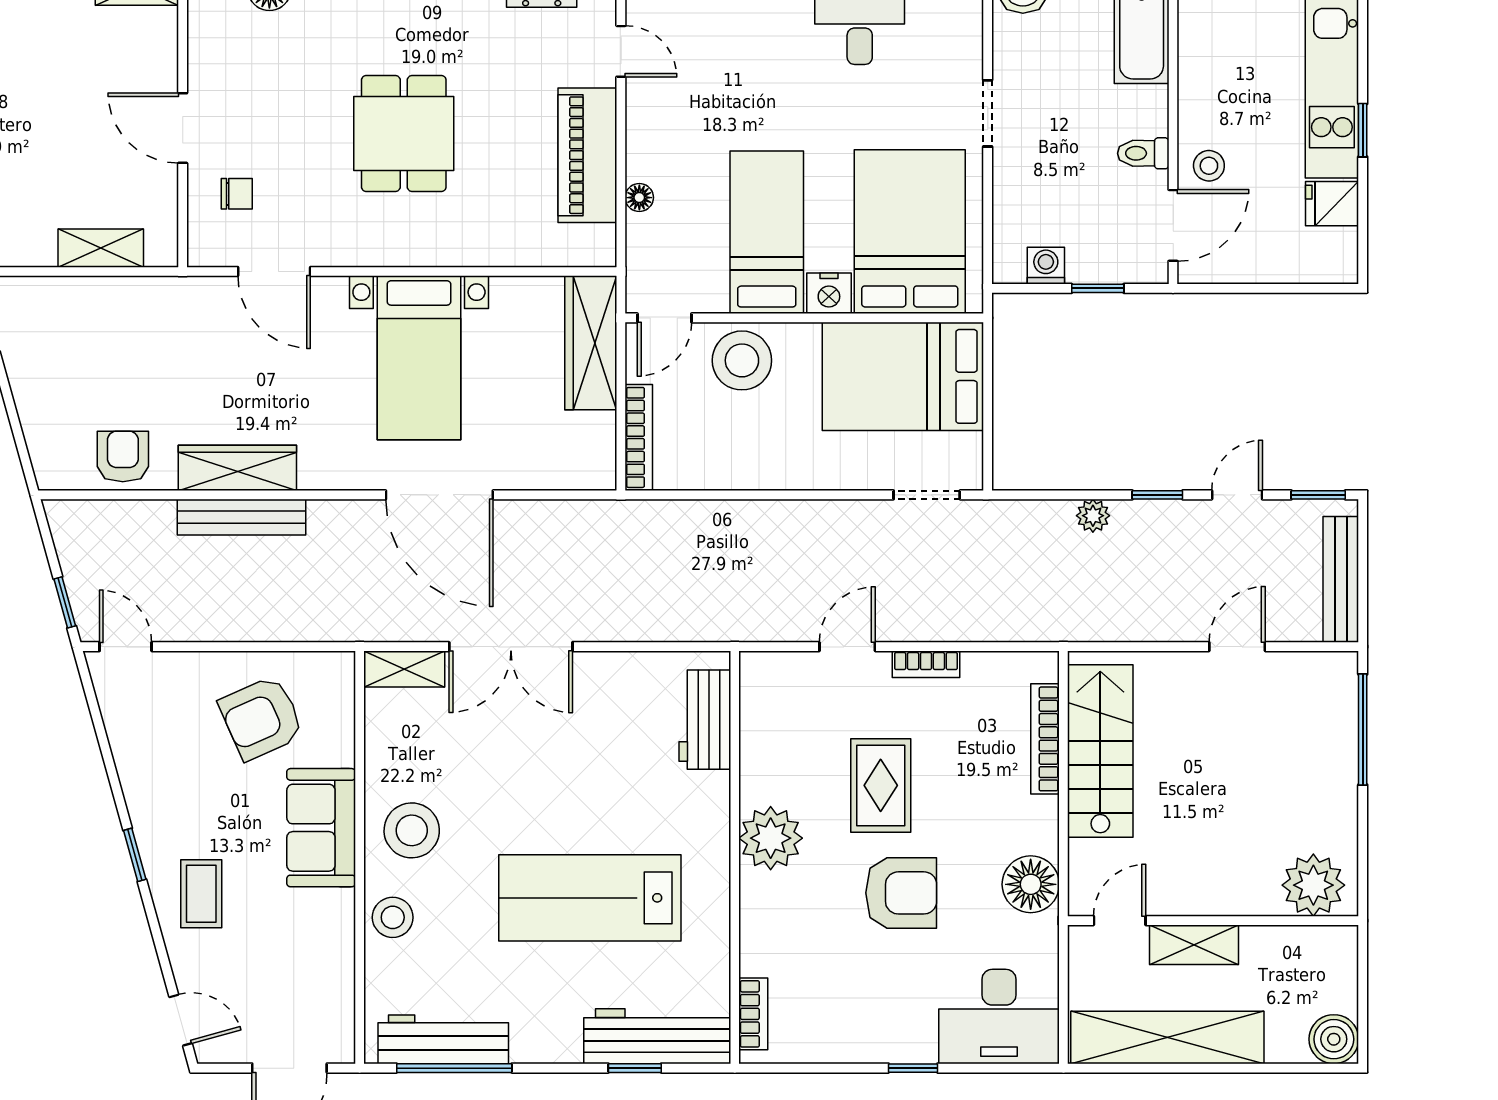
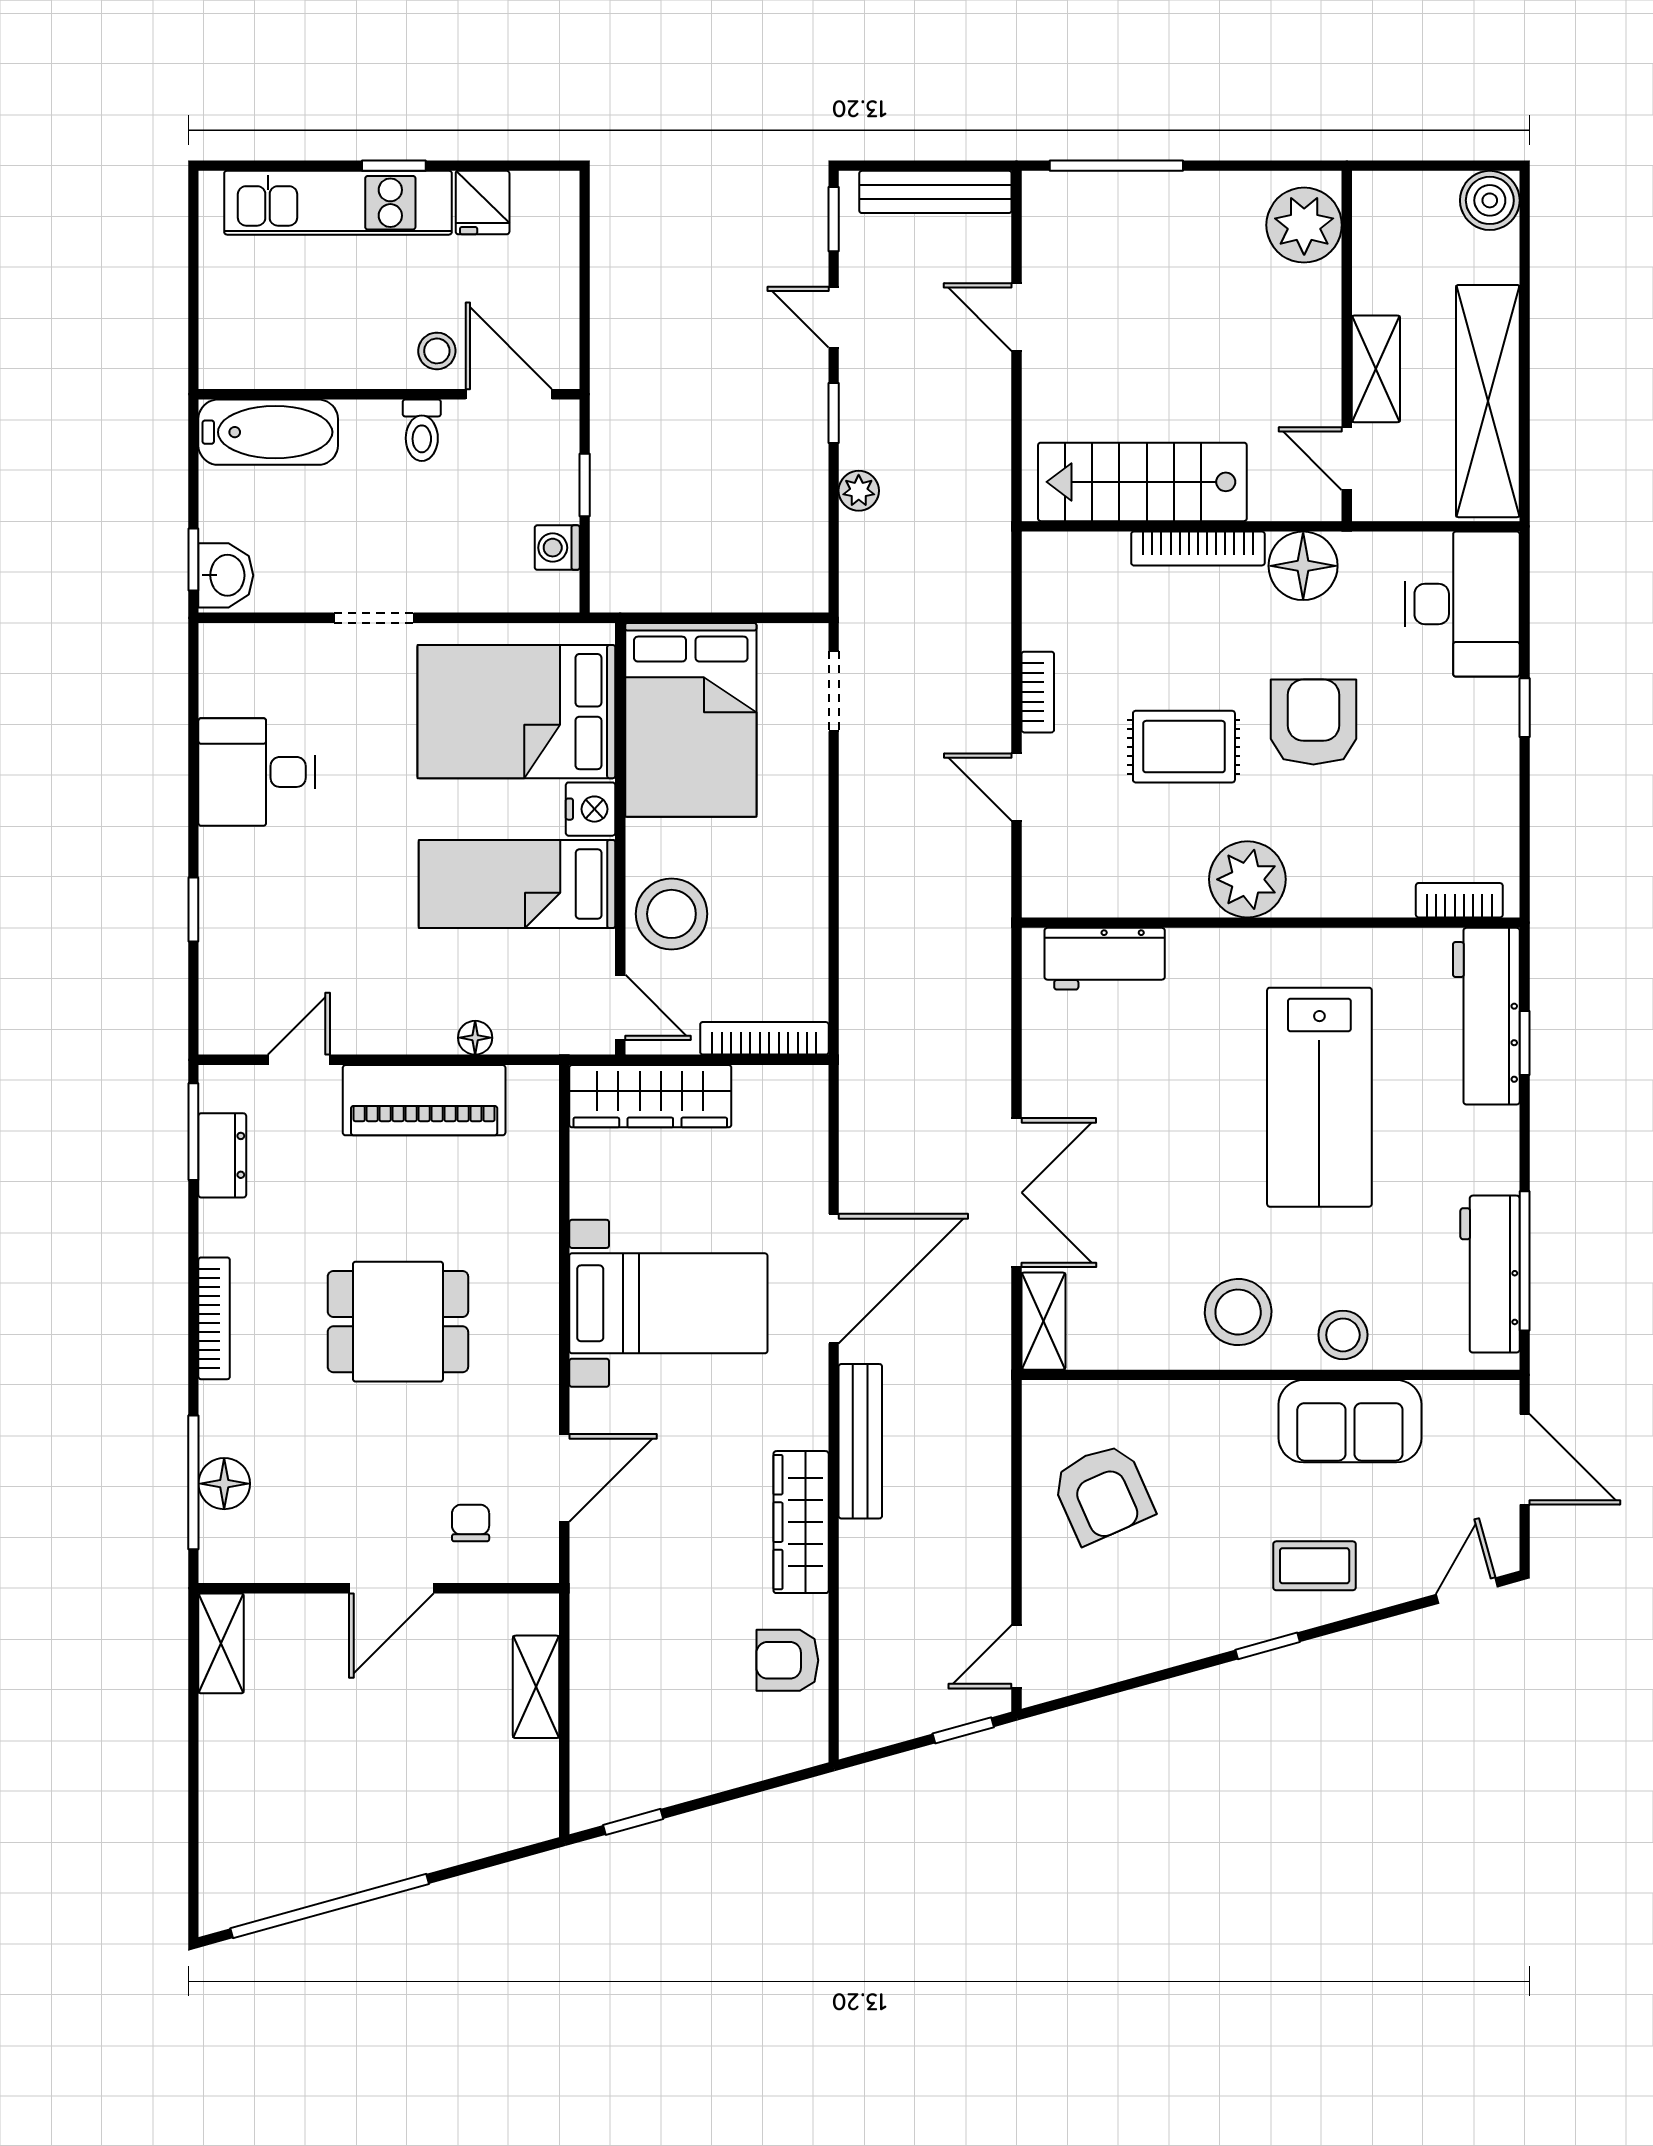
bench: (242, 517) -> (860, 1441), moved
bookcase: (1045, 739) -> (1198, 548), moved
sofa: (321, 828) -> (1350, 1421), moved

